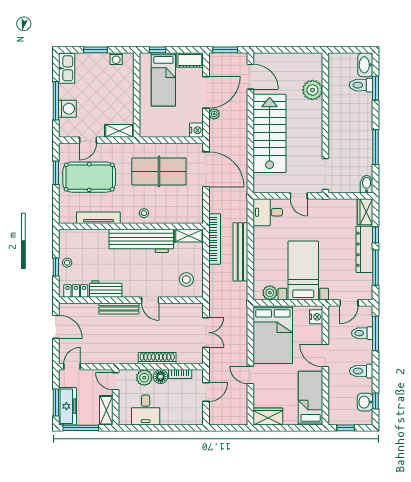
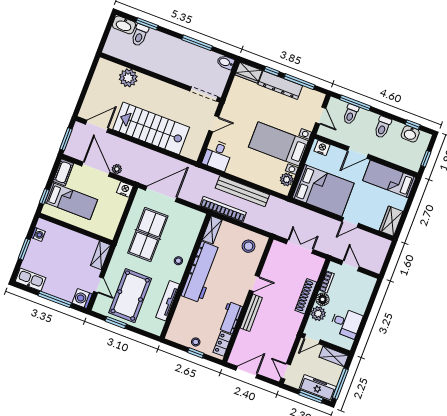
washing machine: (67, 109) -> (82, 299), moved, turned -90

